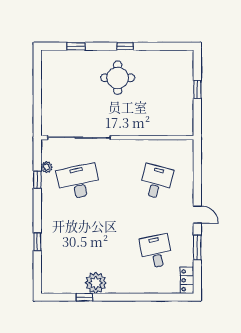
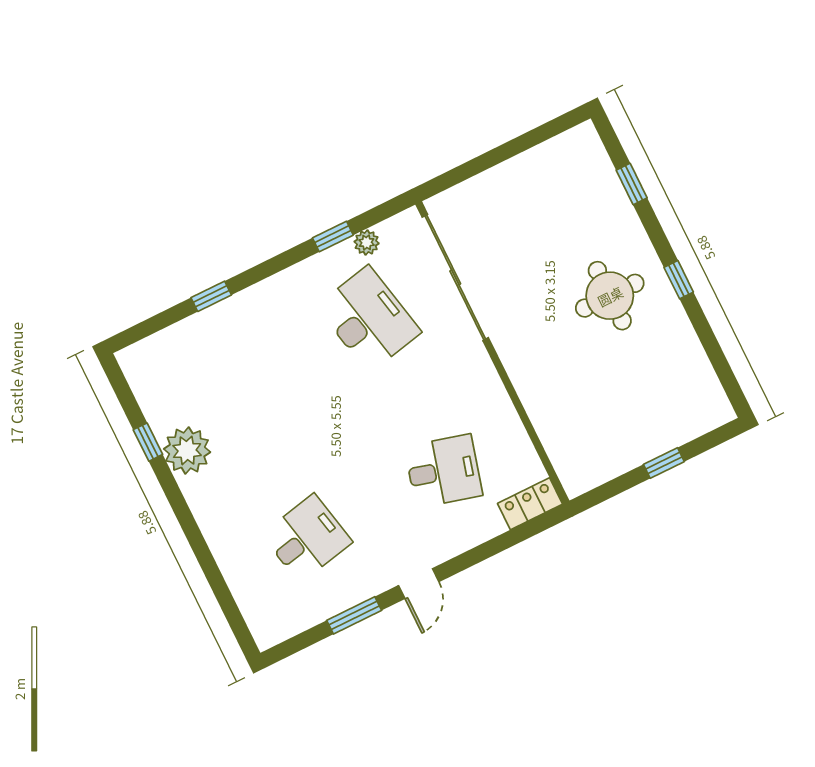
locker: (187, 280) -> (530, 504), moved

